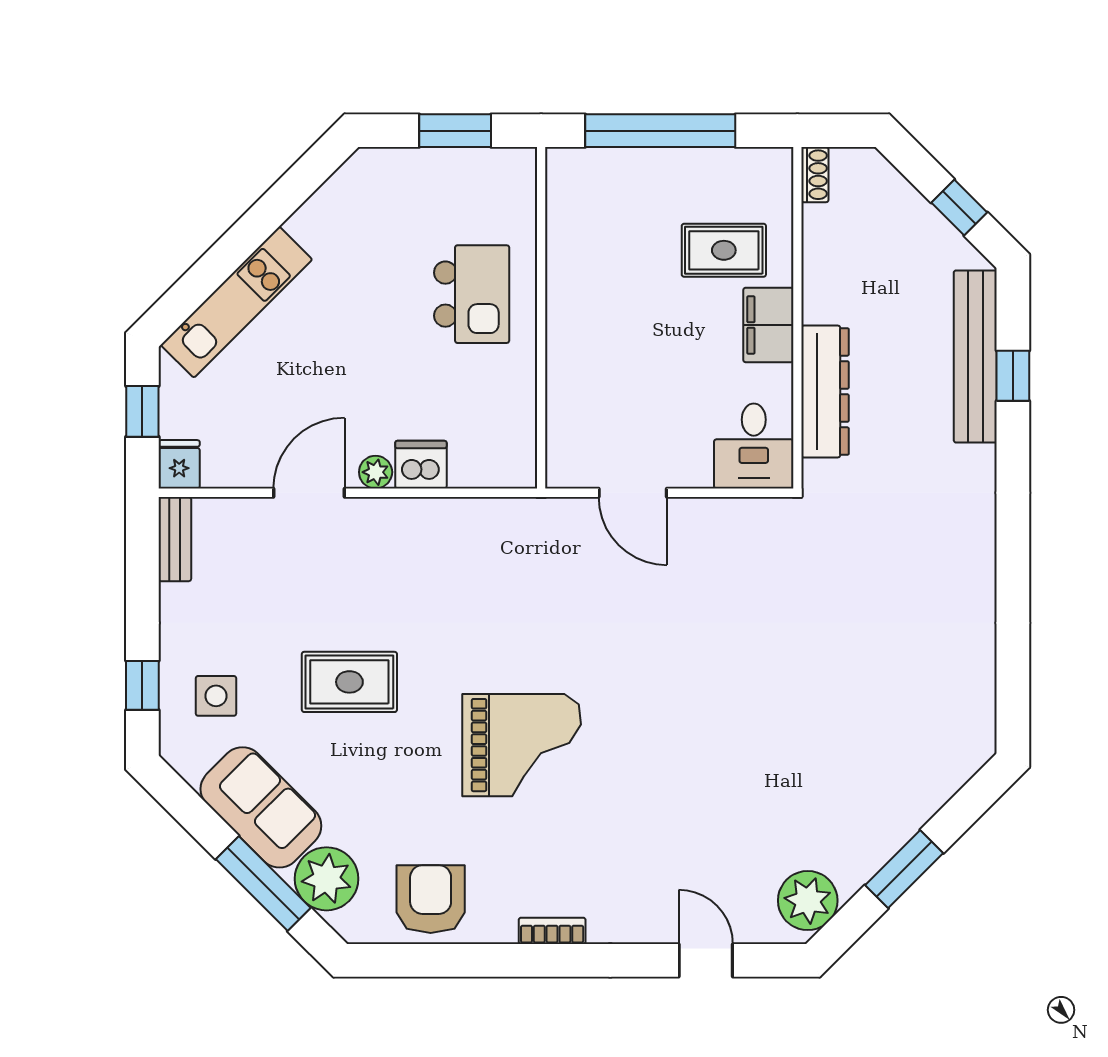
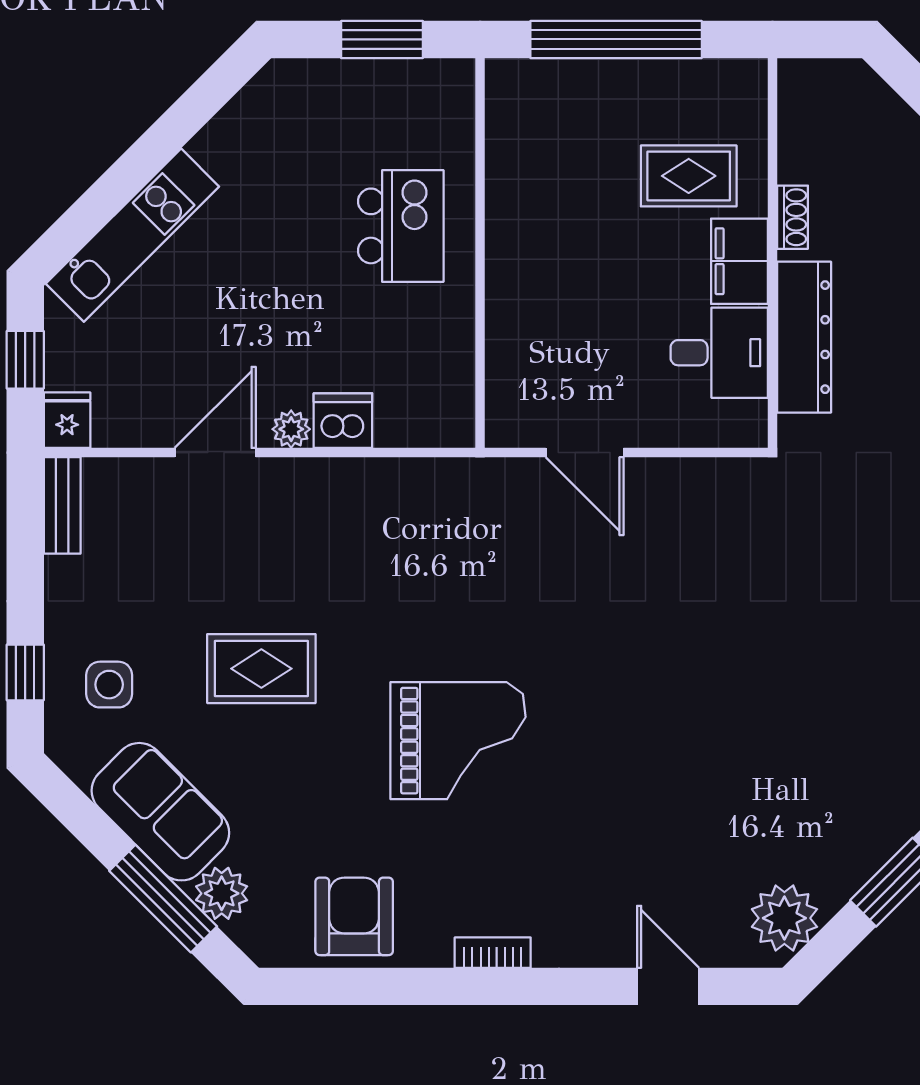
shoe rack: (815, 175) -> (793, 217), moved
desk: (754, 446) -> (719, 353), moved, turned -90
plant: (327, 879) -> (222, 893), width x0.73, depth x0.73

